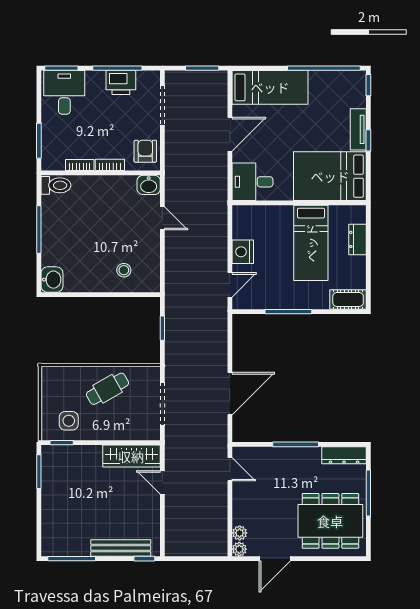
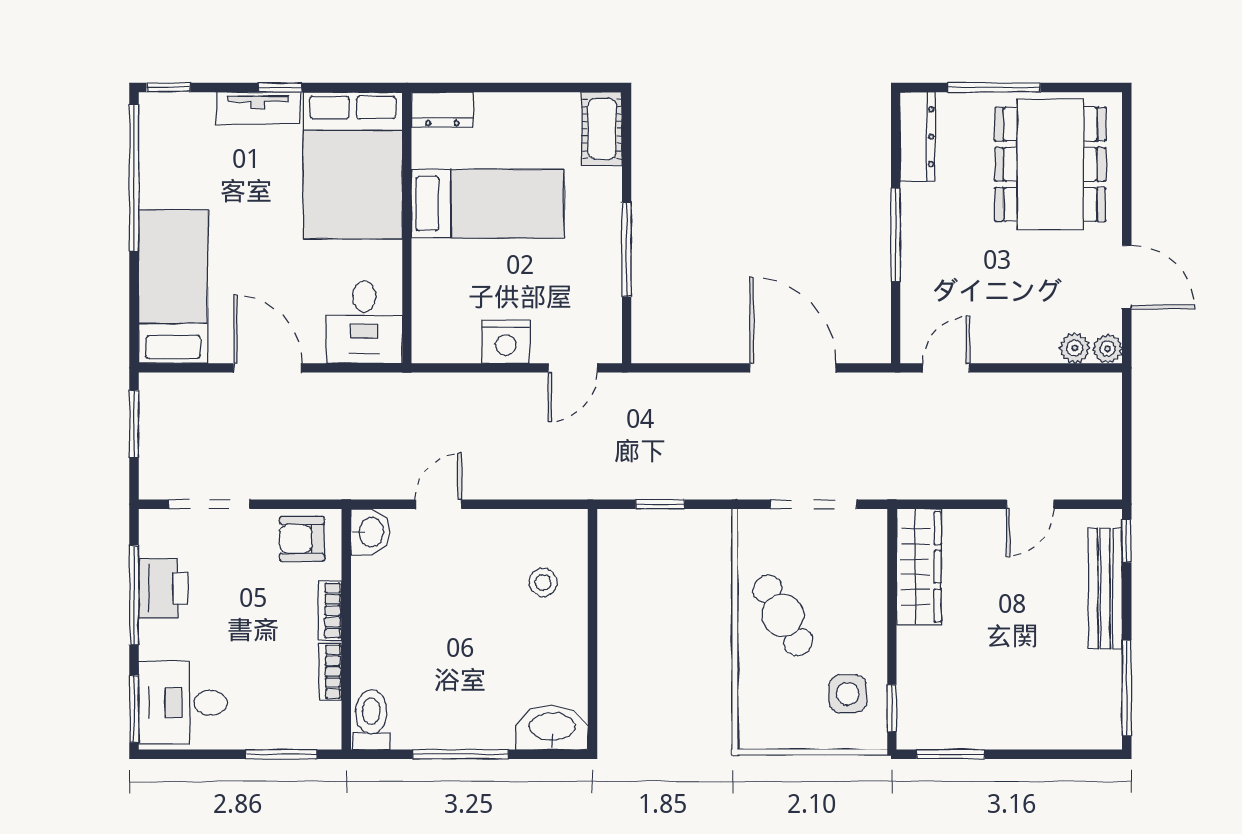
dresser: (358, 239) -> (442, 109), moved
washbasin: (52, 280) -> (552, 728), width x1.38
door: (230, 285) -> (573, 368), swing flipped
door: (162, 482) -> (1030, 504), moved

